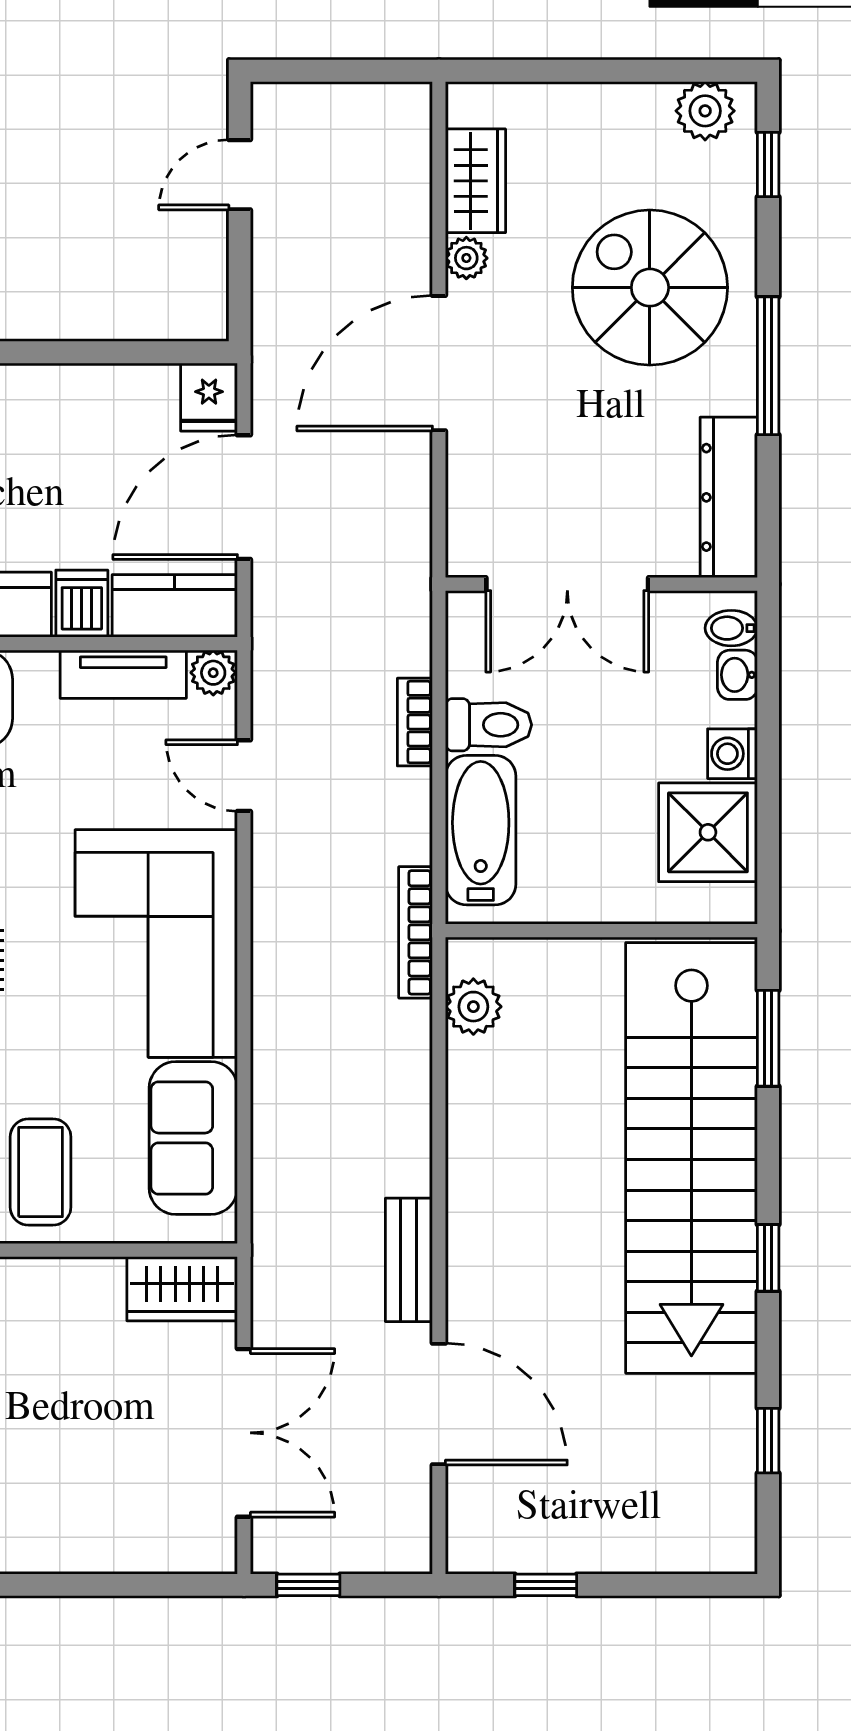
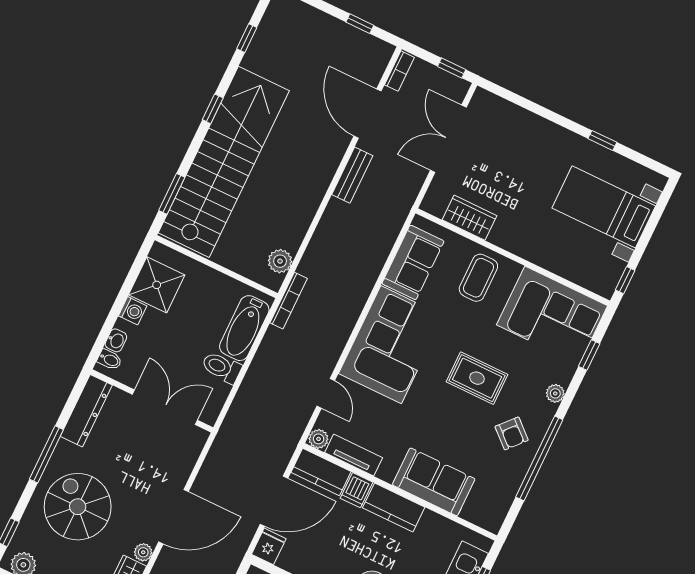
spiral stairs: (650, 288) -> (78, 507), turned 180
bookcase: (415, 722) -> (399, 71), moved
wardrobe: (182, 1289) -> (469, 218), moved

